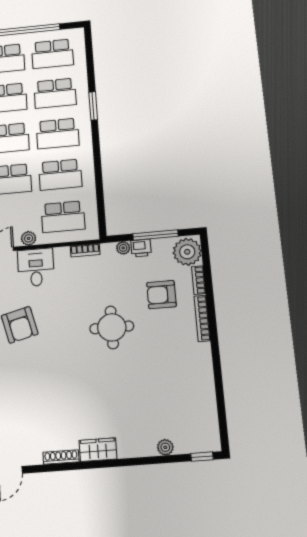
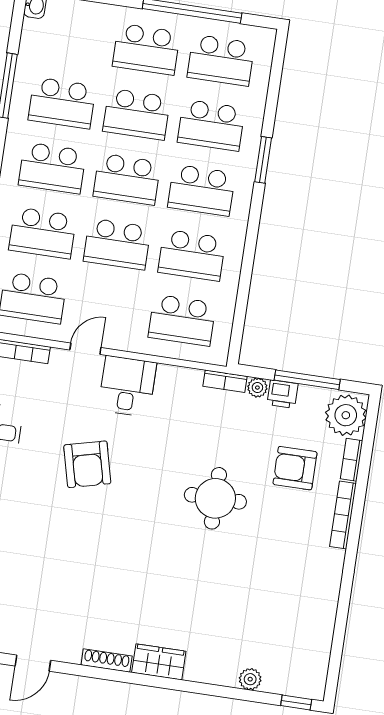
plant: (29, 238) -> (126, 341), removed
bookcase: (85, 250) -> (225, 381), moved

